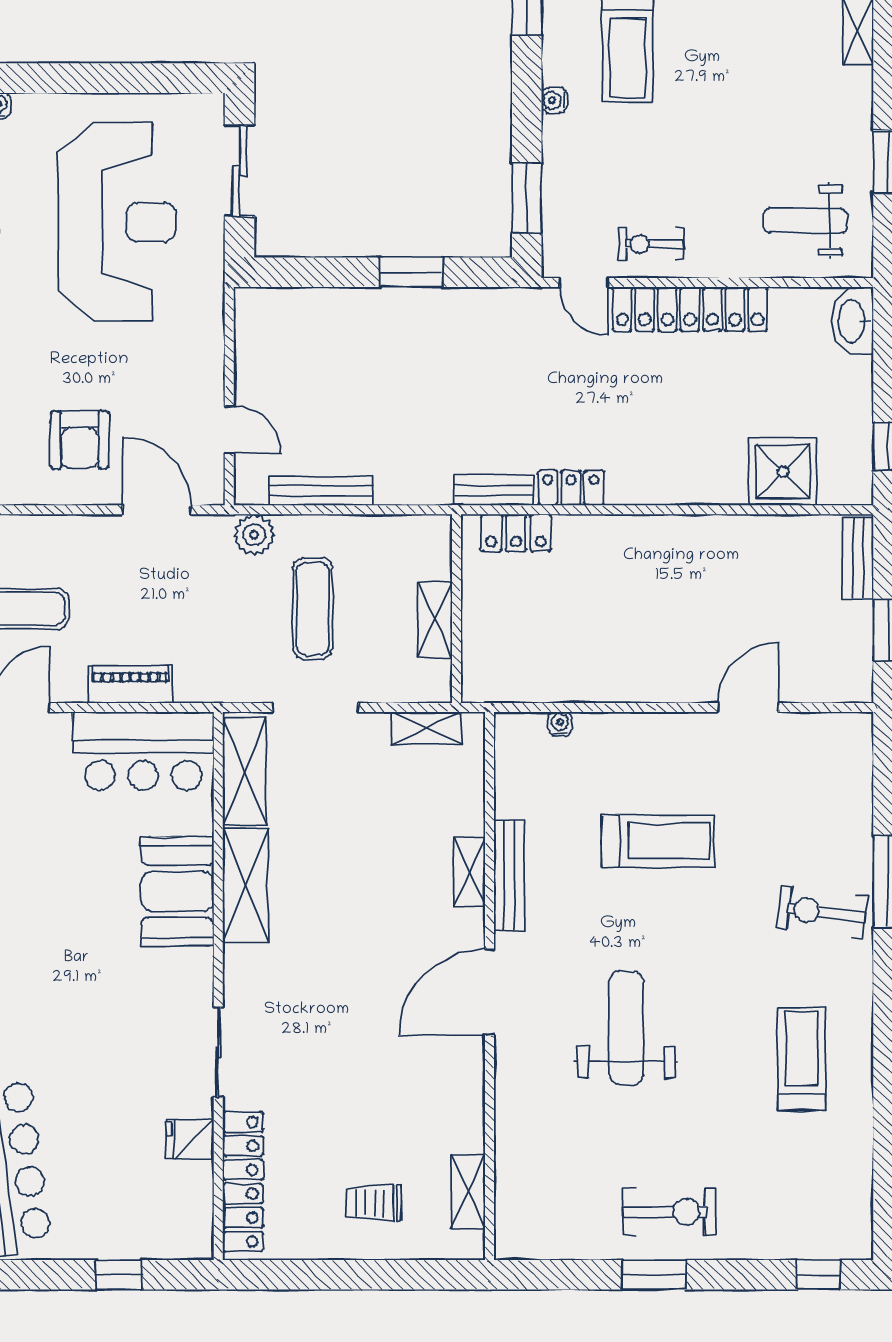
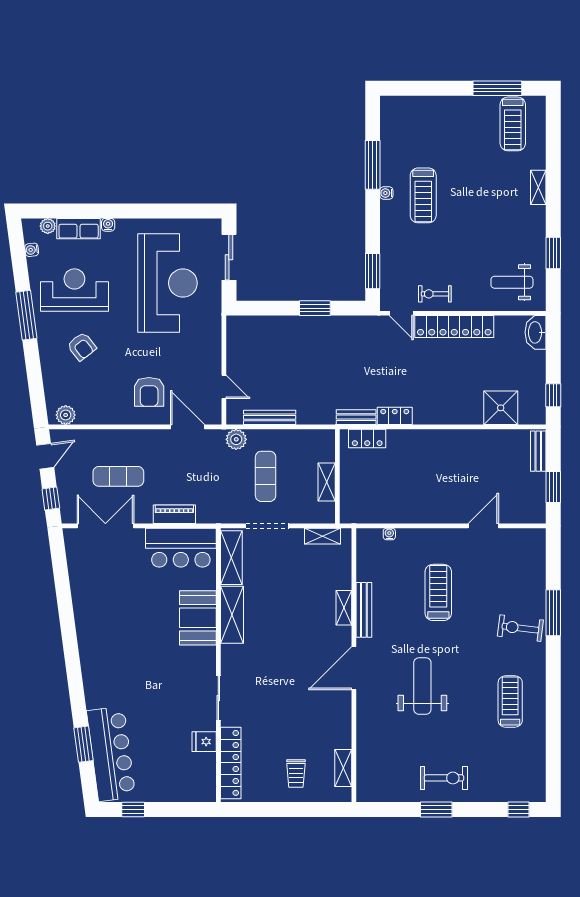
water cooler: (554, 100) -> (386, 193), moved
treadmill: (658, 841) -> (438, 592), turned -90
trolley: (374, 1203) -> (296, 773), turned -90
window: (119, 1275) -> (133, 809), moved

